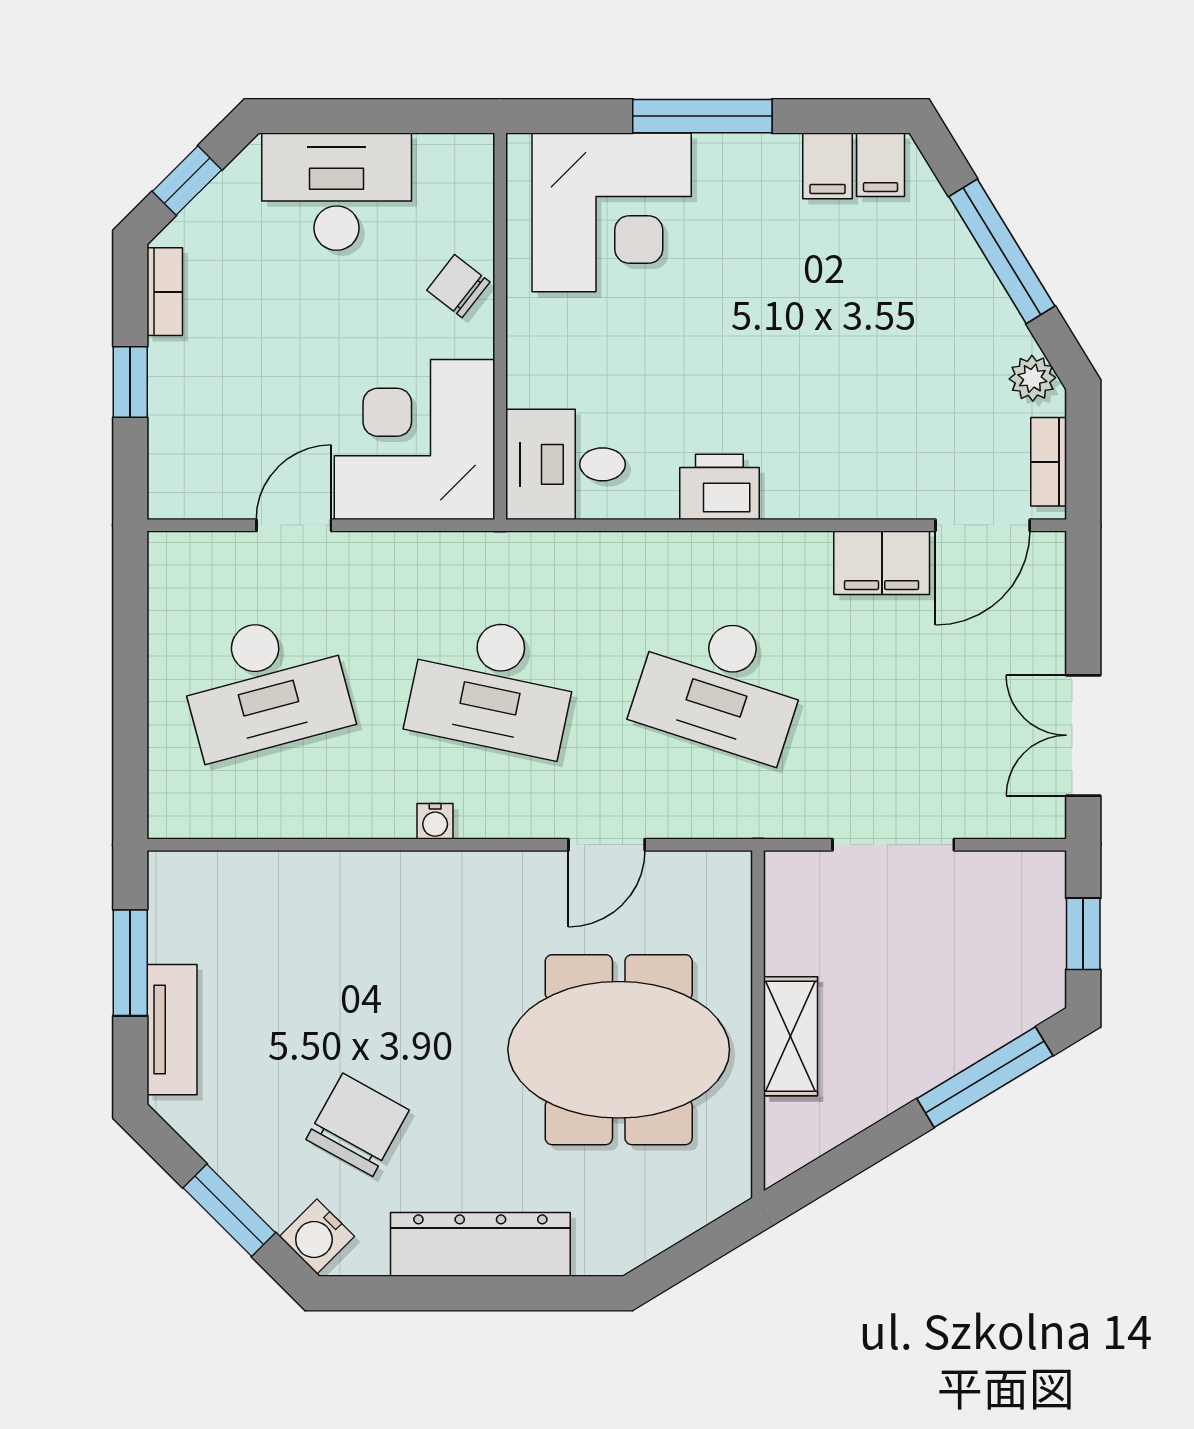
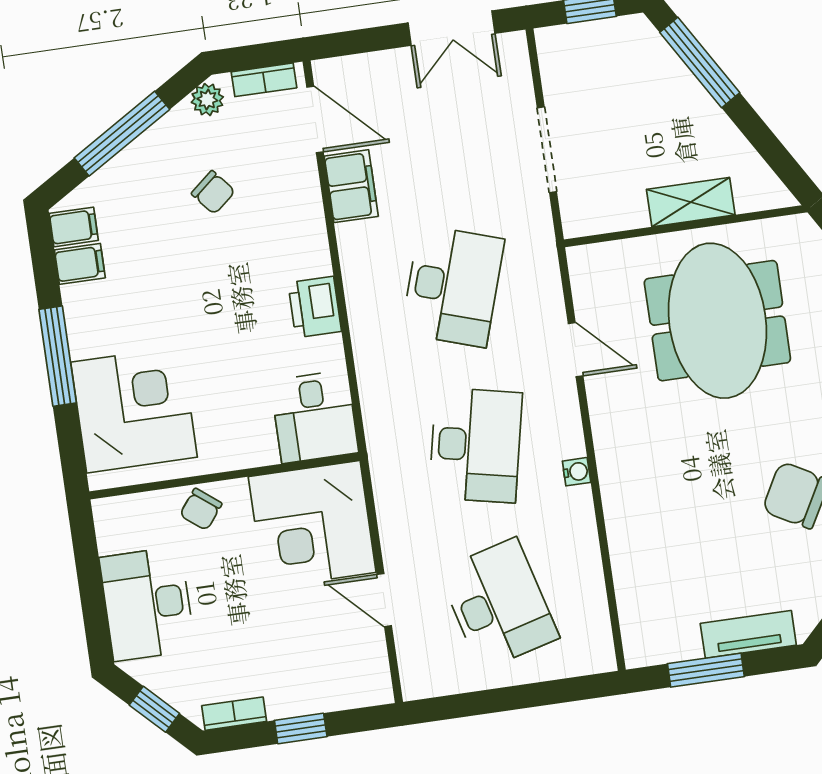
chair: (901, 368) -> (213, 192), added

